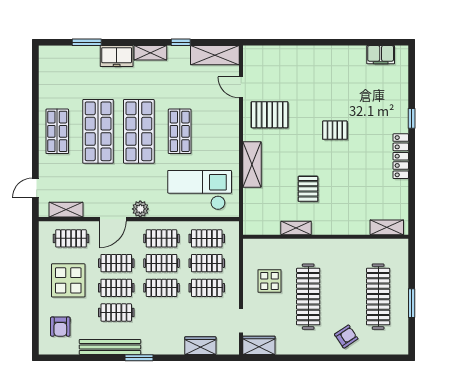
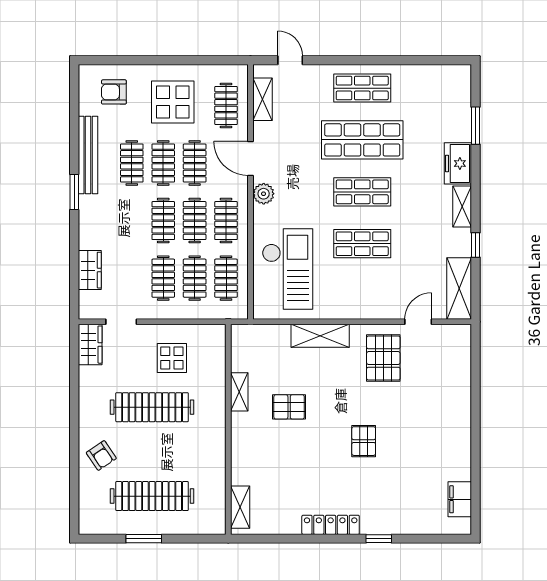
shop shelf: (139, 131) -> (362, 192), width x0.70, depth x0.74

